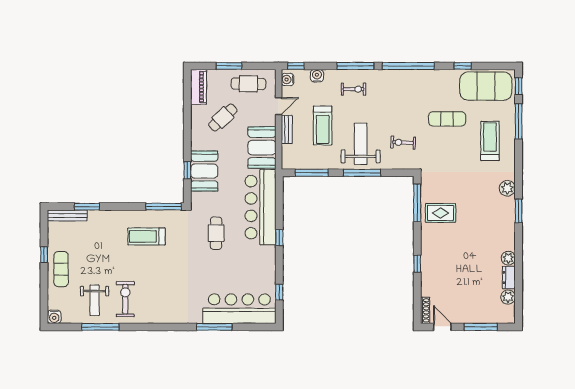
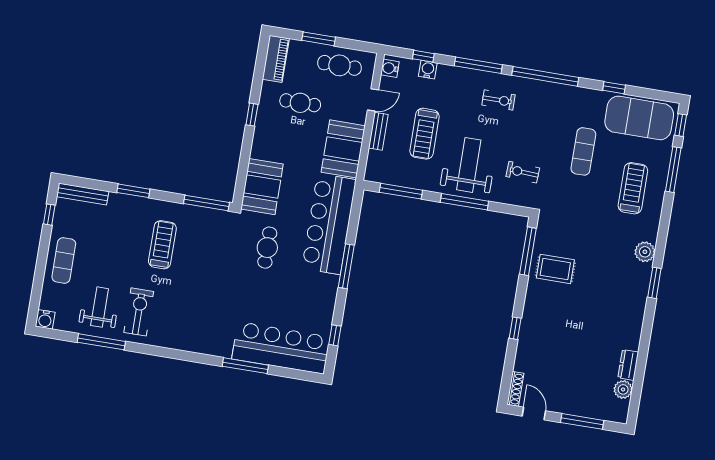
window: (296, 66) -> (423, 56), moved
exercise bike: (354, 89) -> (499, 100), moved
cafe table: (223, 118) -> (300, 103), turned 43
exercise mat: (447, 119) -> (583, 151), turned 90
window: (187, 170) -> (252, 115), moved
booth: (204, 171) -> (262, 187), moved
window: (87, 207) -> (133, 191), moved
treadmill: (146, 236) -> (162, 245), moved, turned 90
window: (279, 237) -> (346, 266), width x2.17
window: (44, 255) -> (49, 215), moved
plant: (508, 258) -> (631, 340), removed
weight bench: (95, 300) -> (100, 307), turned 180

